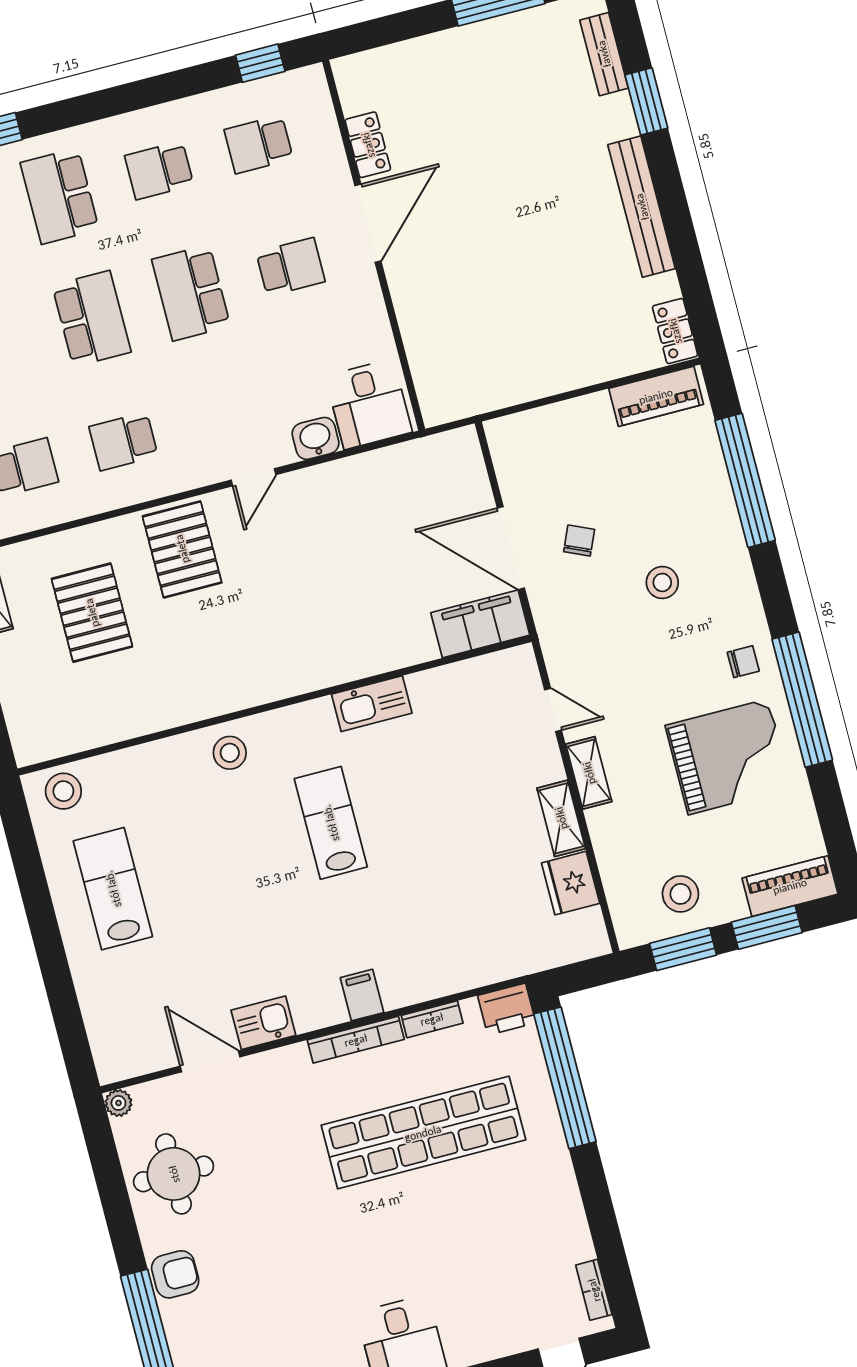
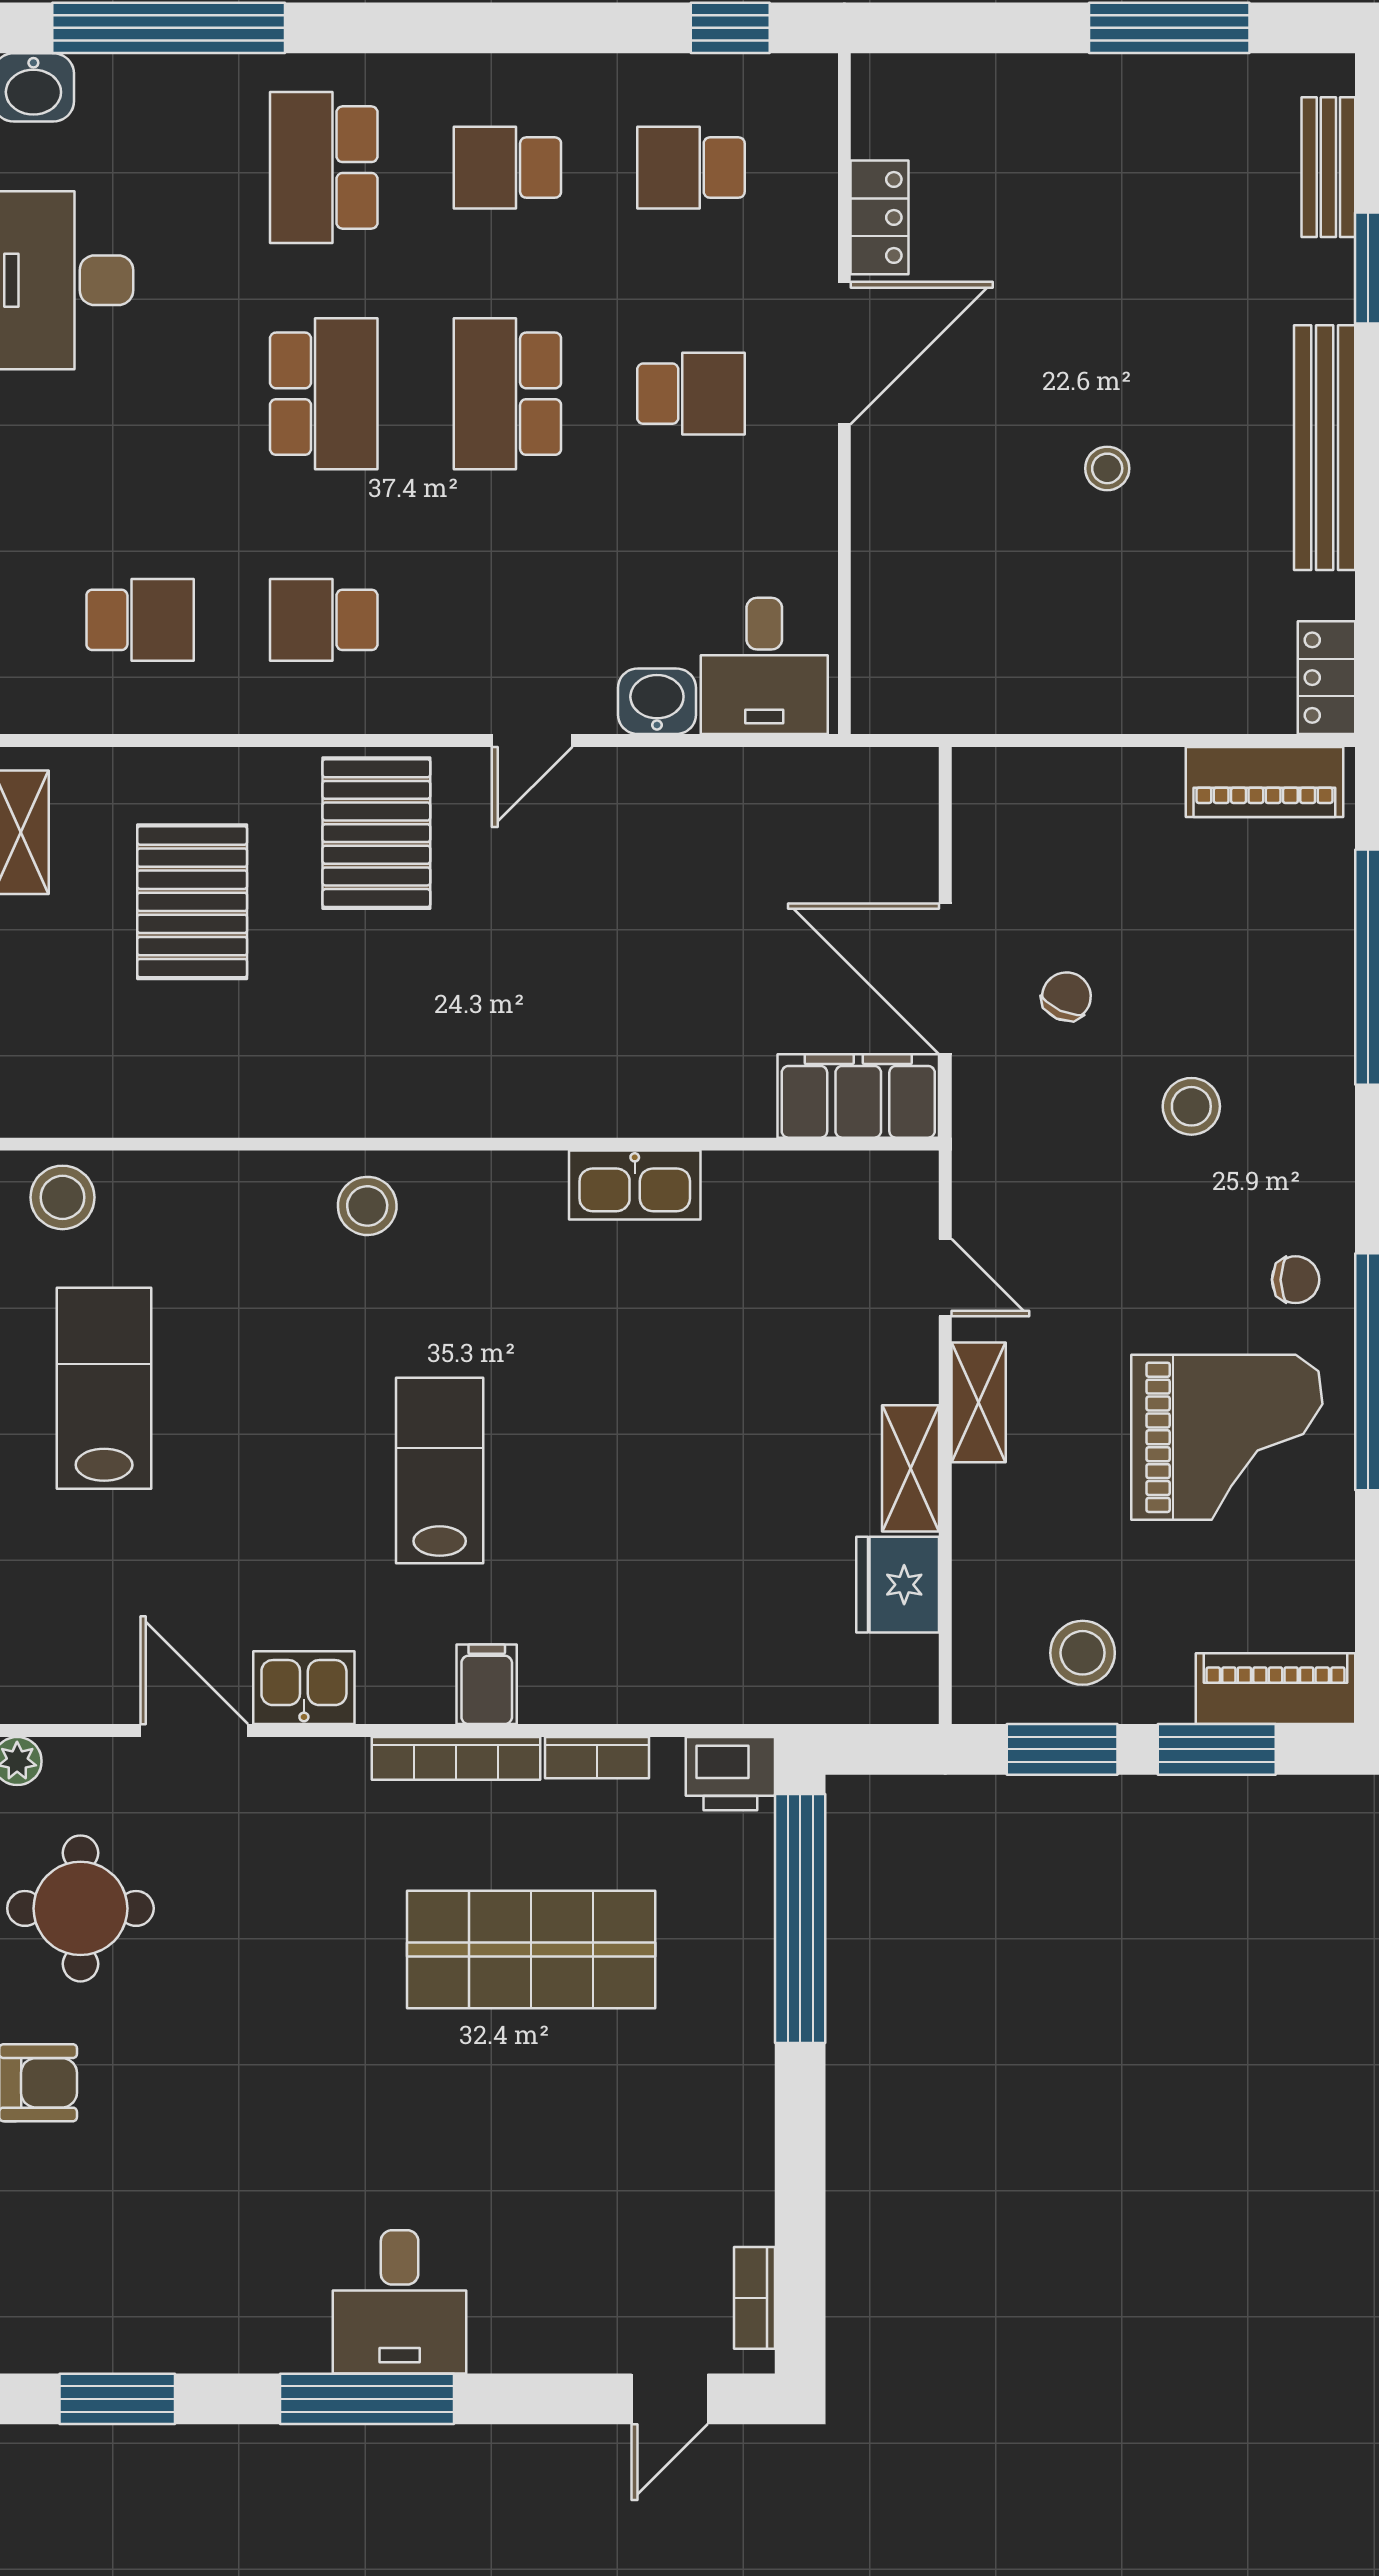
stool: (527, 249) -> (1107, 468), added
lab bench: (331, 823) -> (440, 1470), moved
shop shelf: (423, 1133) -> (531, 1949), width x0.71

